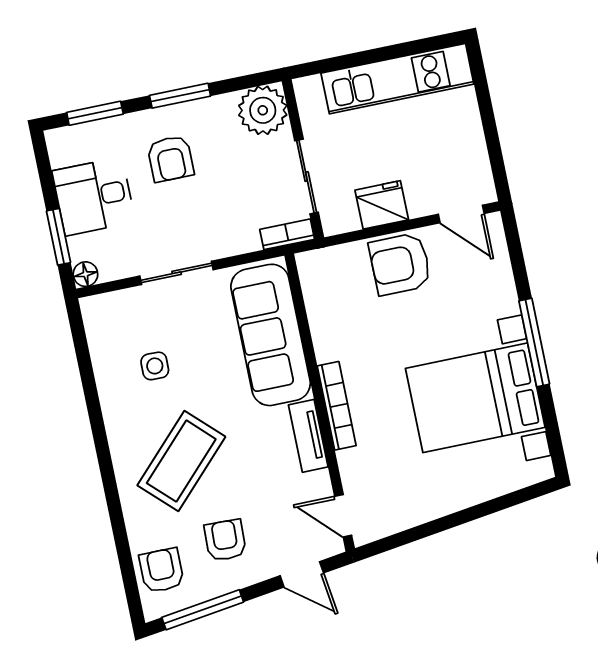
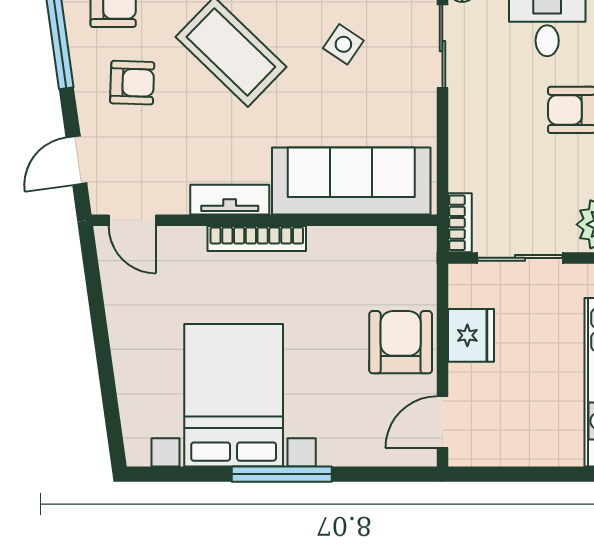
sliding door: (177, 273) -> (442, 46), moved
side table: (155, 366) -> (343, 44), turned 33
door: (343, 516) -> (132, 220), swing flipped

